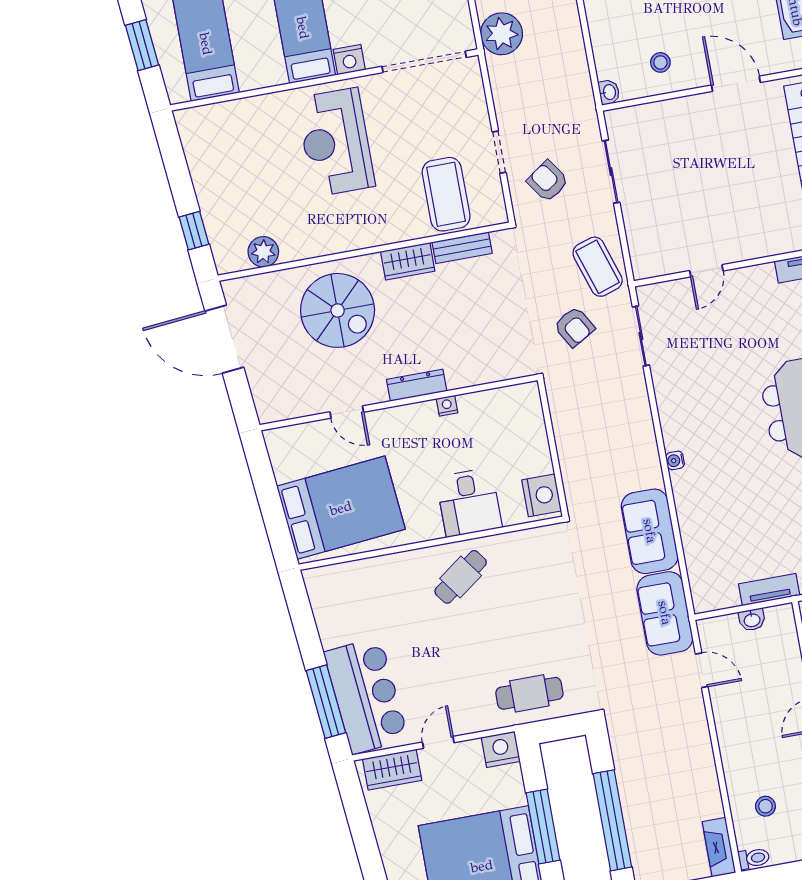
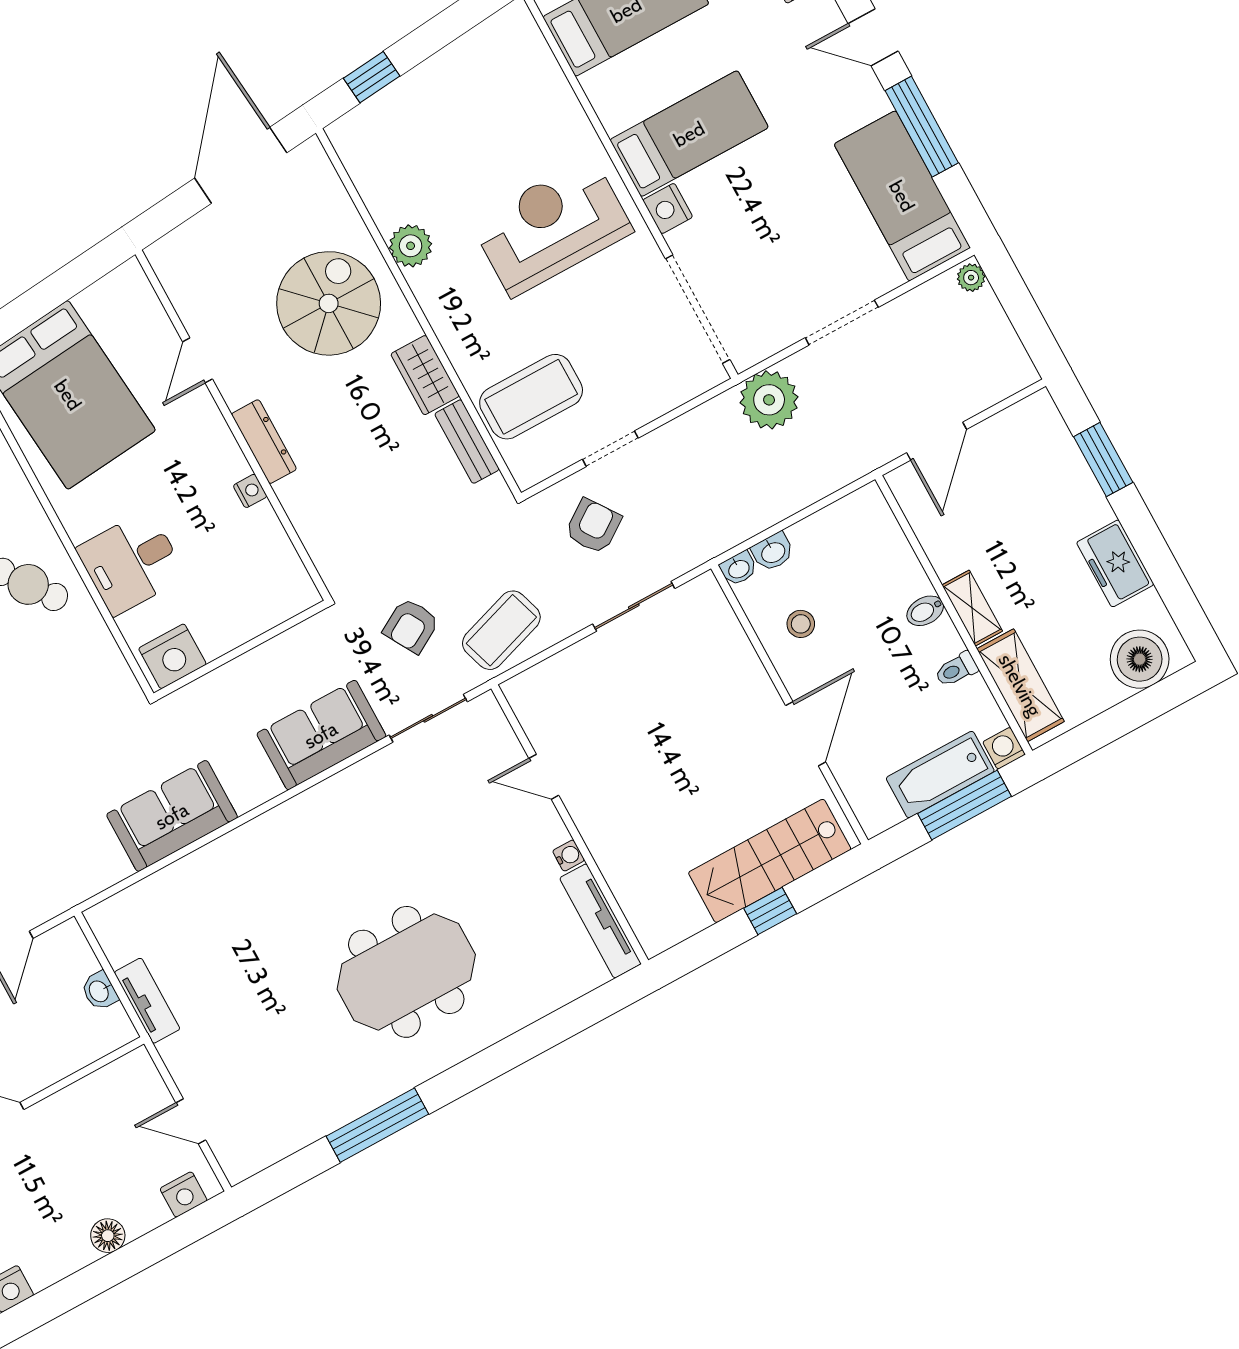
washbasin: (605, 65) -> (773, 552), added
plant: (263, 252) -> (411, 246), moved
spiral stairs: (338, 310) -> (329, 303), turned 180
water cooler: (675, 460) -> (569, 856), moved, turned 90
sofa: (665, 613) -> (321, 735), moved

